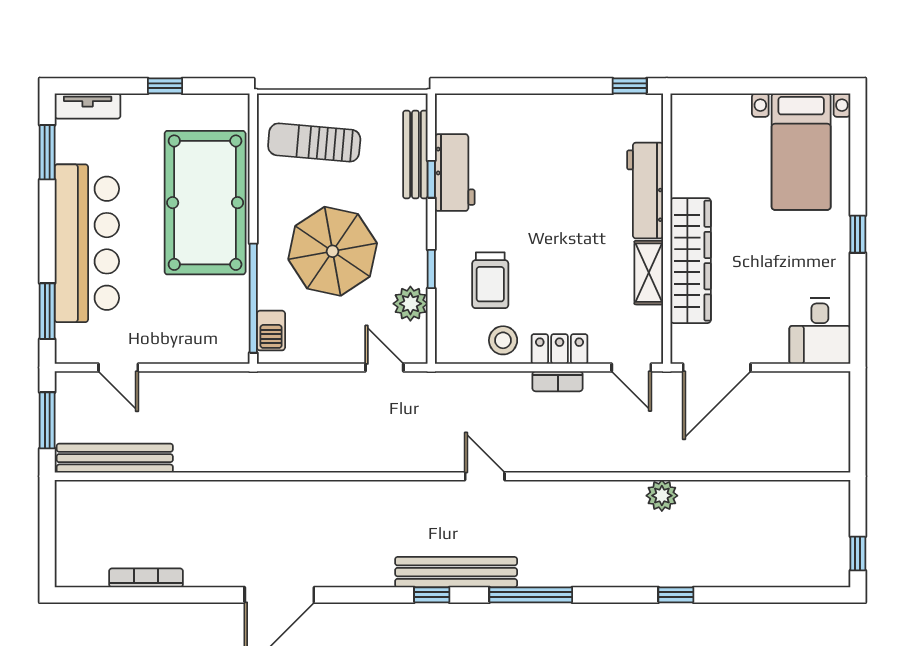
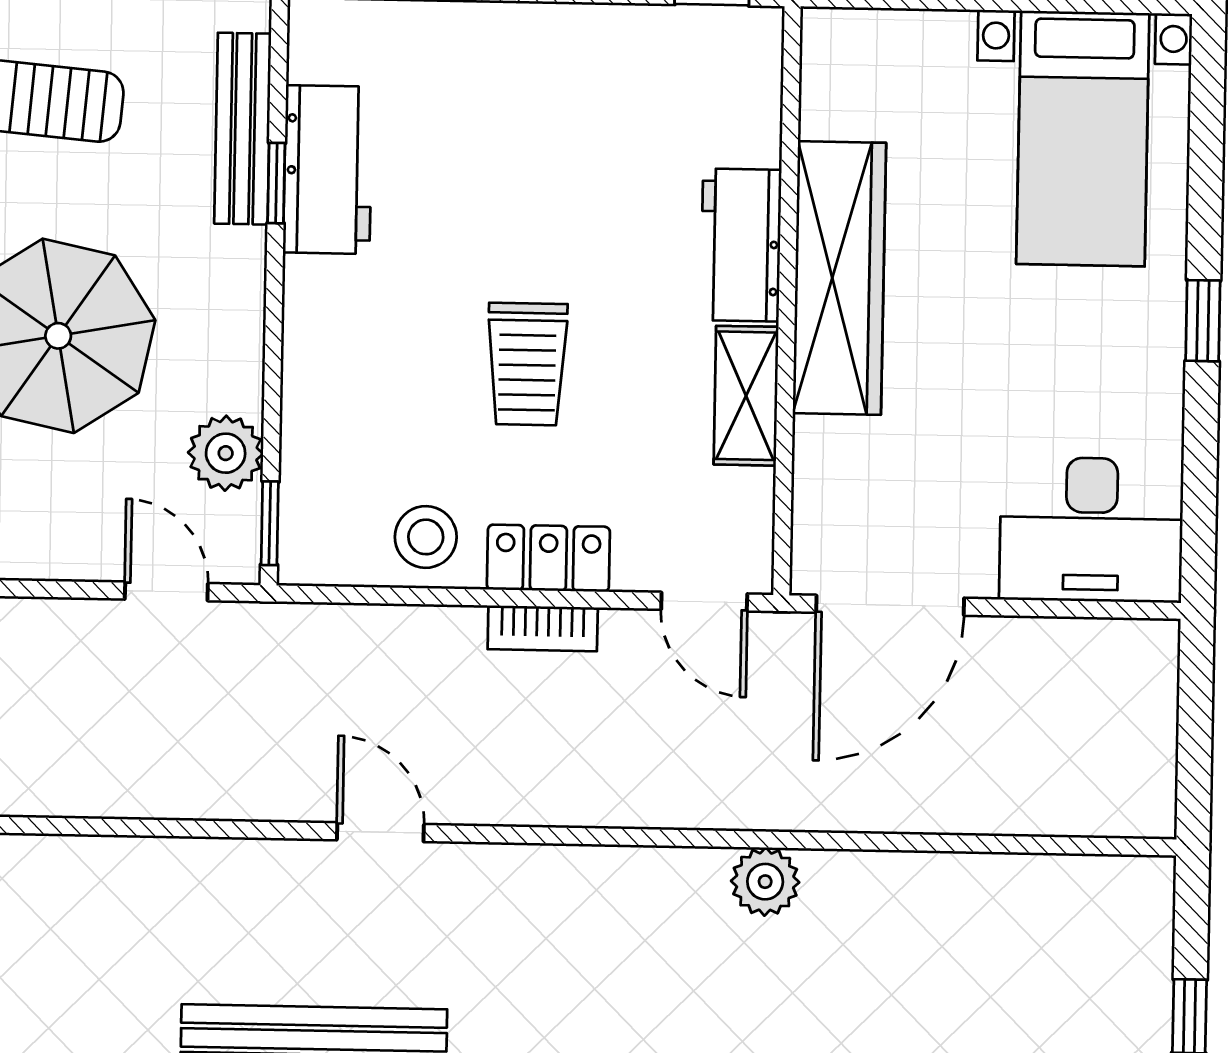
workbench: (645, 191) -> (741, 245), width x0.73
wardrobe: (691, 261) -> (839, 278), moved
window: (431, 269) -> (270, 523), moved
trolley: (490, 280) -> (527, 364), moved
desk: (820, 331) -> (1091, 530), width x1.37

